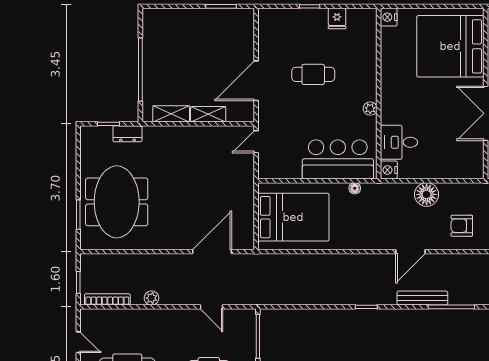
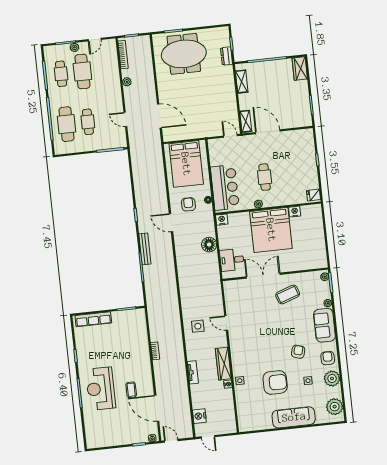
nightstand: (389, 17) -> (295, 212), moved
wardrobe: (160, 19) -> (300, 69), added
fridge: (337, 19) -> (314, 195), moved
bed: (450, 46) -> (271, 230), moved, turned 180
cafe table: (313, 74) -> (265, 177), moved
shelving: (208, 114) -> (246, 121), moved
desk: (399, 142) -> (232, 260), moved, turned -90
armchair: (462, 226) -> (188, 204), moved
door: (411, 252) -> (171, 223), moved
door: (211, 307) -> (125, 119), hinge flipped

